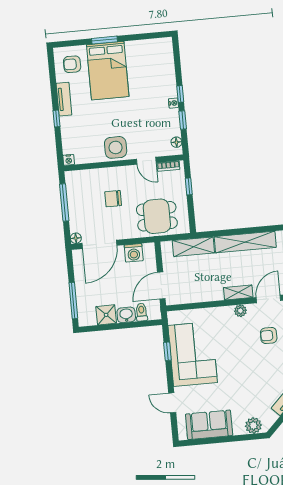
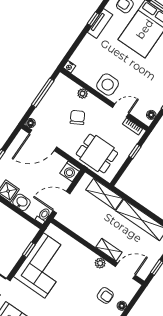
window: (56, 119) -> (93, 19), moved
door: (146, 161) -> (121, 111), swing flipped
plant: (100, 174) -> (83, 94), added
chair: (113, 199) -> (77, 117), turned 61
washing machine: (134, 253) -> (70, 171), moved
toilet: (142, 312) -> (43, 216), moved
armchair: (269, 335) -> (105, 295), turned 180

